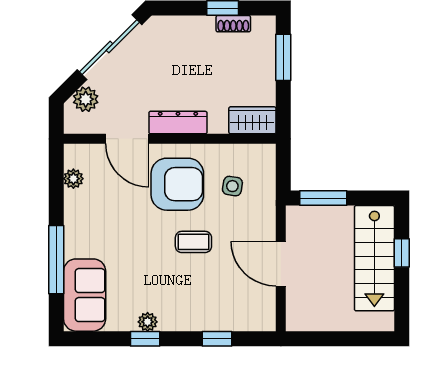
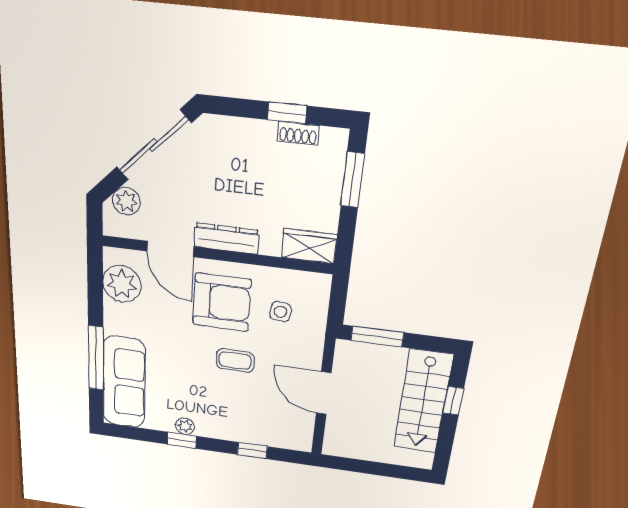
plant: (73, 179) -> (122, 284), width x1.87, depth x1.87
sofa: (85, 295) -> (124, 382), width x1.36

